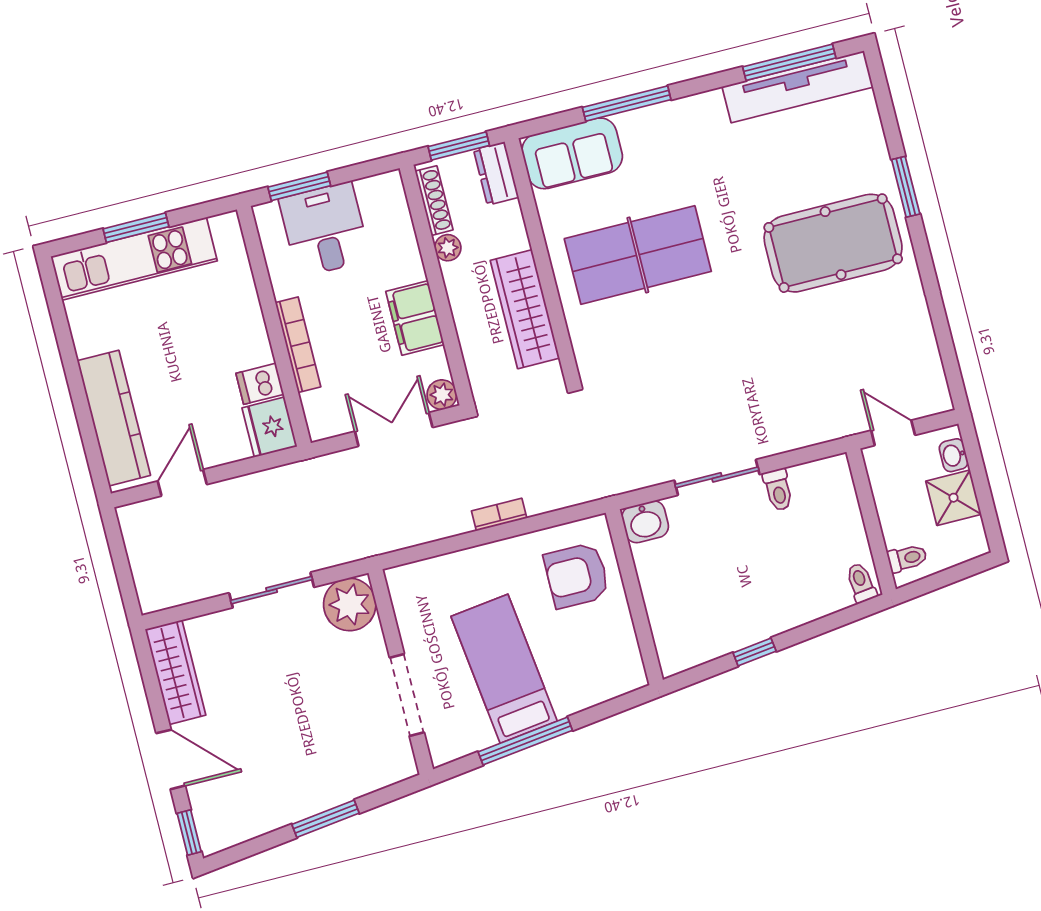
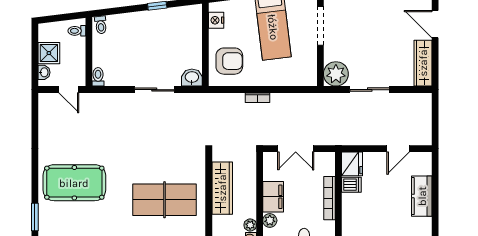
window: (906, 187) -> (35, 217), moved
plant: (442, 395) -> (270, 220), moved
kitchen counter: (114, 418) -> (422, 196), width x0.67
toilet: (778, 490) -> (98, 77), moved
nightstand: (625, 653) -> (216, 20), added

